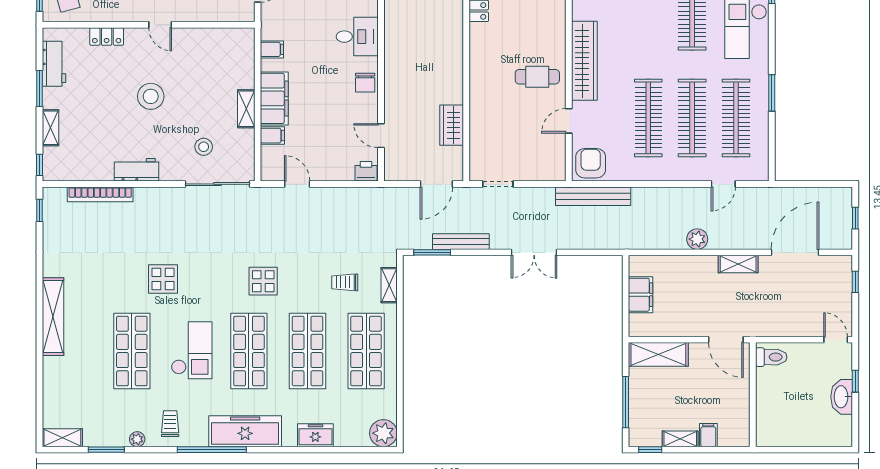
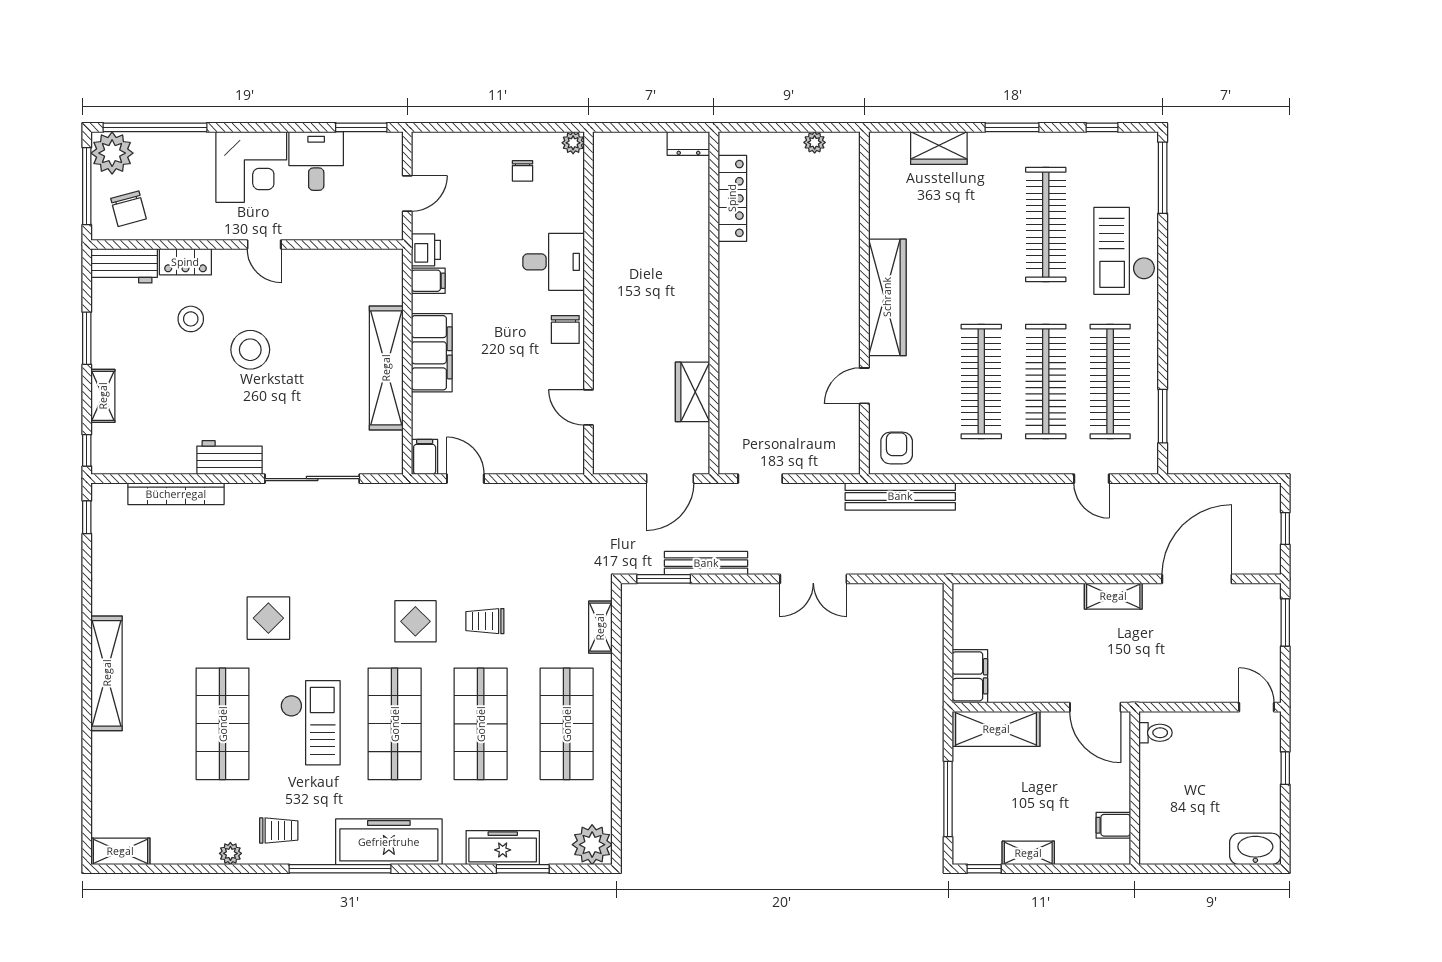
workbench: (54, 64) -> (124, 266), moved, turned 90
cafe table: (537, 77) -> (818, 321), removed
window: (772, 93) -> (1163, 416), moved
shelving: (246, 109) -> (386, 368), width x2.20, depth x1.33
filing cabinet: (272, 136) -> (425, 457), moved, turned -90
stool: (204, 147) -> (191, 319), moved
armchair: (591, 163) -> (897, 448), width x0.72, depth x0.72
printer: (366, 171) -> (426, 250), moved, turned 90
sliding door: (218, 184) -> (312, 479), moved
door: (723, 184) -> (1092, 479), hinge flipped
plant: (697, 239) -> (1053, 559), removed
trolley: (345, 282) -> (485, 621), moved
window: (855, 282) -> (1285, 622), width x1.50
filing cabinet: (641, 295) -> (970, 676), moved
toilet: (771, 357) -> (1156, 733), width x0.73, depth x0.72
washbasin: (842, 397) -> (1255, 849), moved, turned 90
trolley: (170, 424) -> (279, 830), turned 90
freezer: (315, 435) -> (503, 848), width x1.40
filing cabinet: (708, 435) -> (1113, 825), moved, turned -90
window: (106, 450) -> (523, 869), moved

